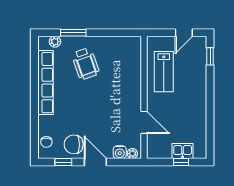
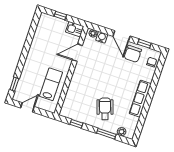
window: (115, 33) -> (76, 124), added
row of seats: (45, 83) -> (140, 99), width x0.73
door: (144, 122) -> (77, 53), hinge flipped
chair: (74, 144) -> (133, 54), turned 90
kitchen sink: (183, 151) -> (75, 29), moved

